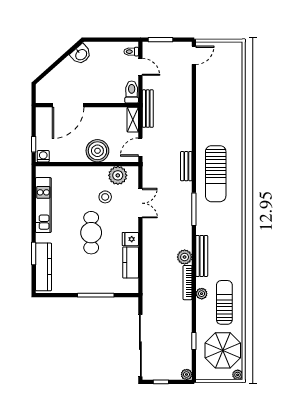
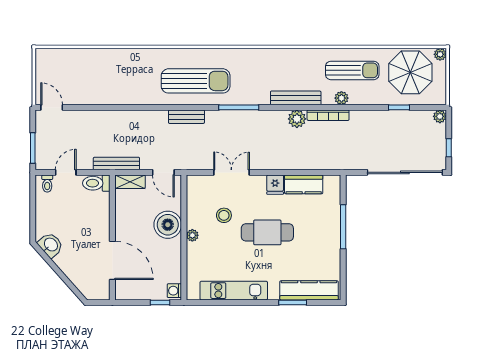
plant: (118, 175) -> (192, 235), moved, width x0.53, depth x0.53
sun lounger: (224, 302) -> (352, 70), turned 180

